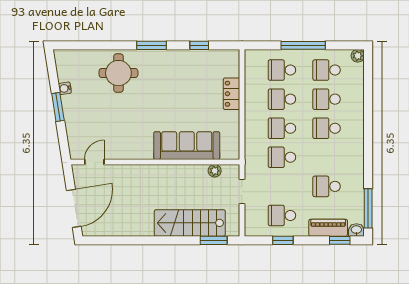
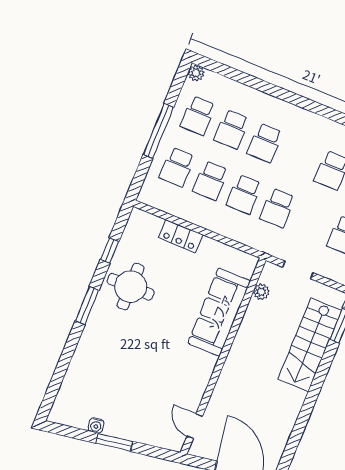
round table: (118, 73) -> (131, 287), moved

